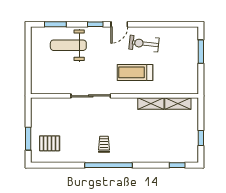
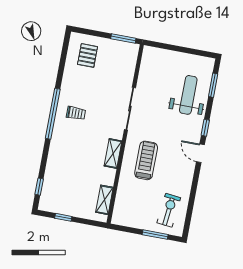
exercise bike: (144, 44) -> (169, 210), moved
shelving: (151, 104) -> (113, 153), moved
window: (28, 139) -> (123, 39), moved

